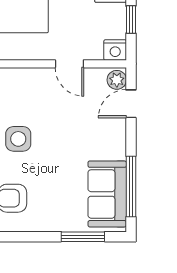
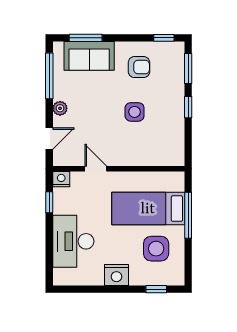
plant: (117, 80) -> (60, 108), moved
sofa: (107, 194) -> (89, 56), moved, turned 90

